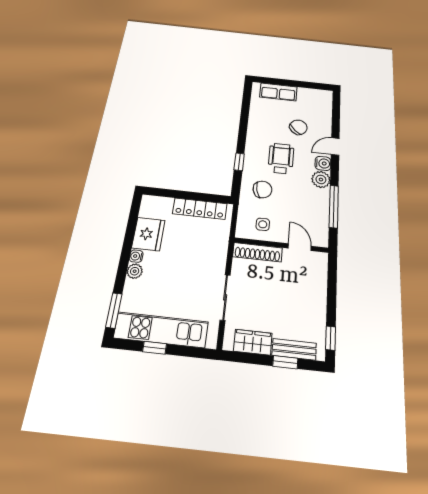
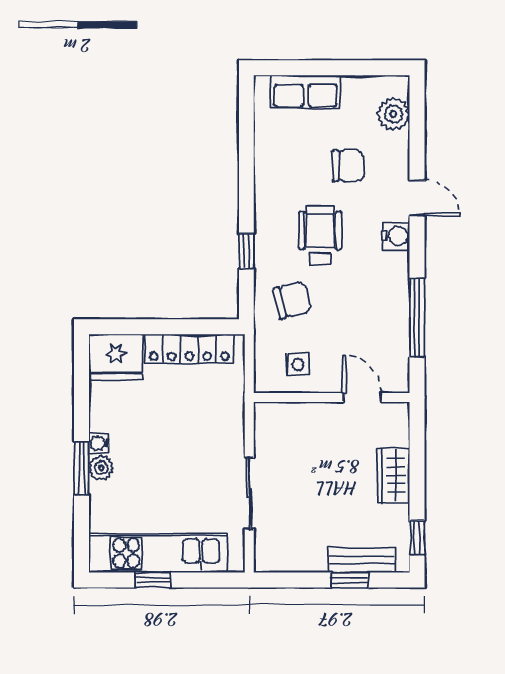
chair: (298, 127) -> (348, 166), turned 47
door: (335, 146) -> (417, 198), swing flipped
plant: (321, 180) -> (393, 114), moved
fridge: (148, 234) -> (116, 357), moved, turned 90
shoe rack: (258, 252) -> (294, 414), removed
window: (114, 310) -> (82, 468), moved
wardrobe: (253, 342) -> (394, 475), moved, turned -90

